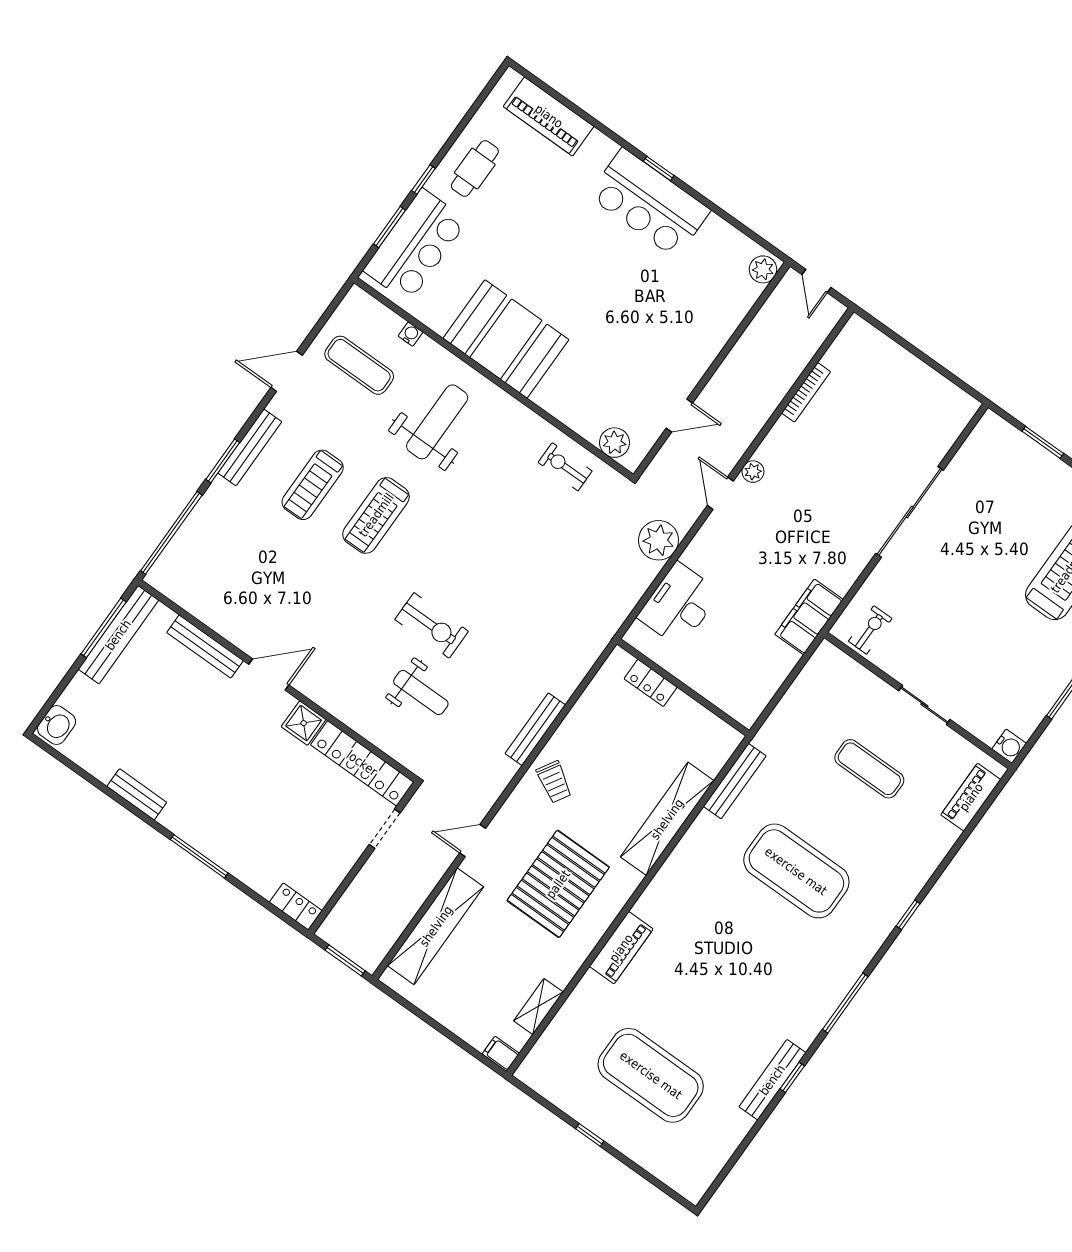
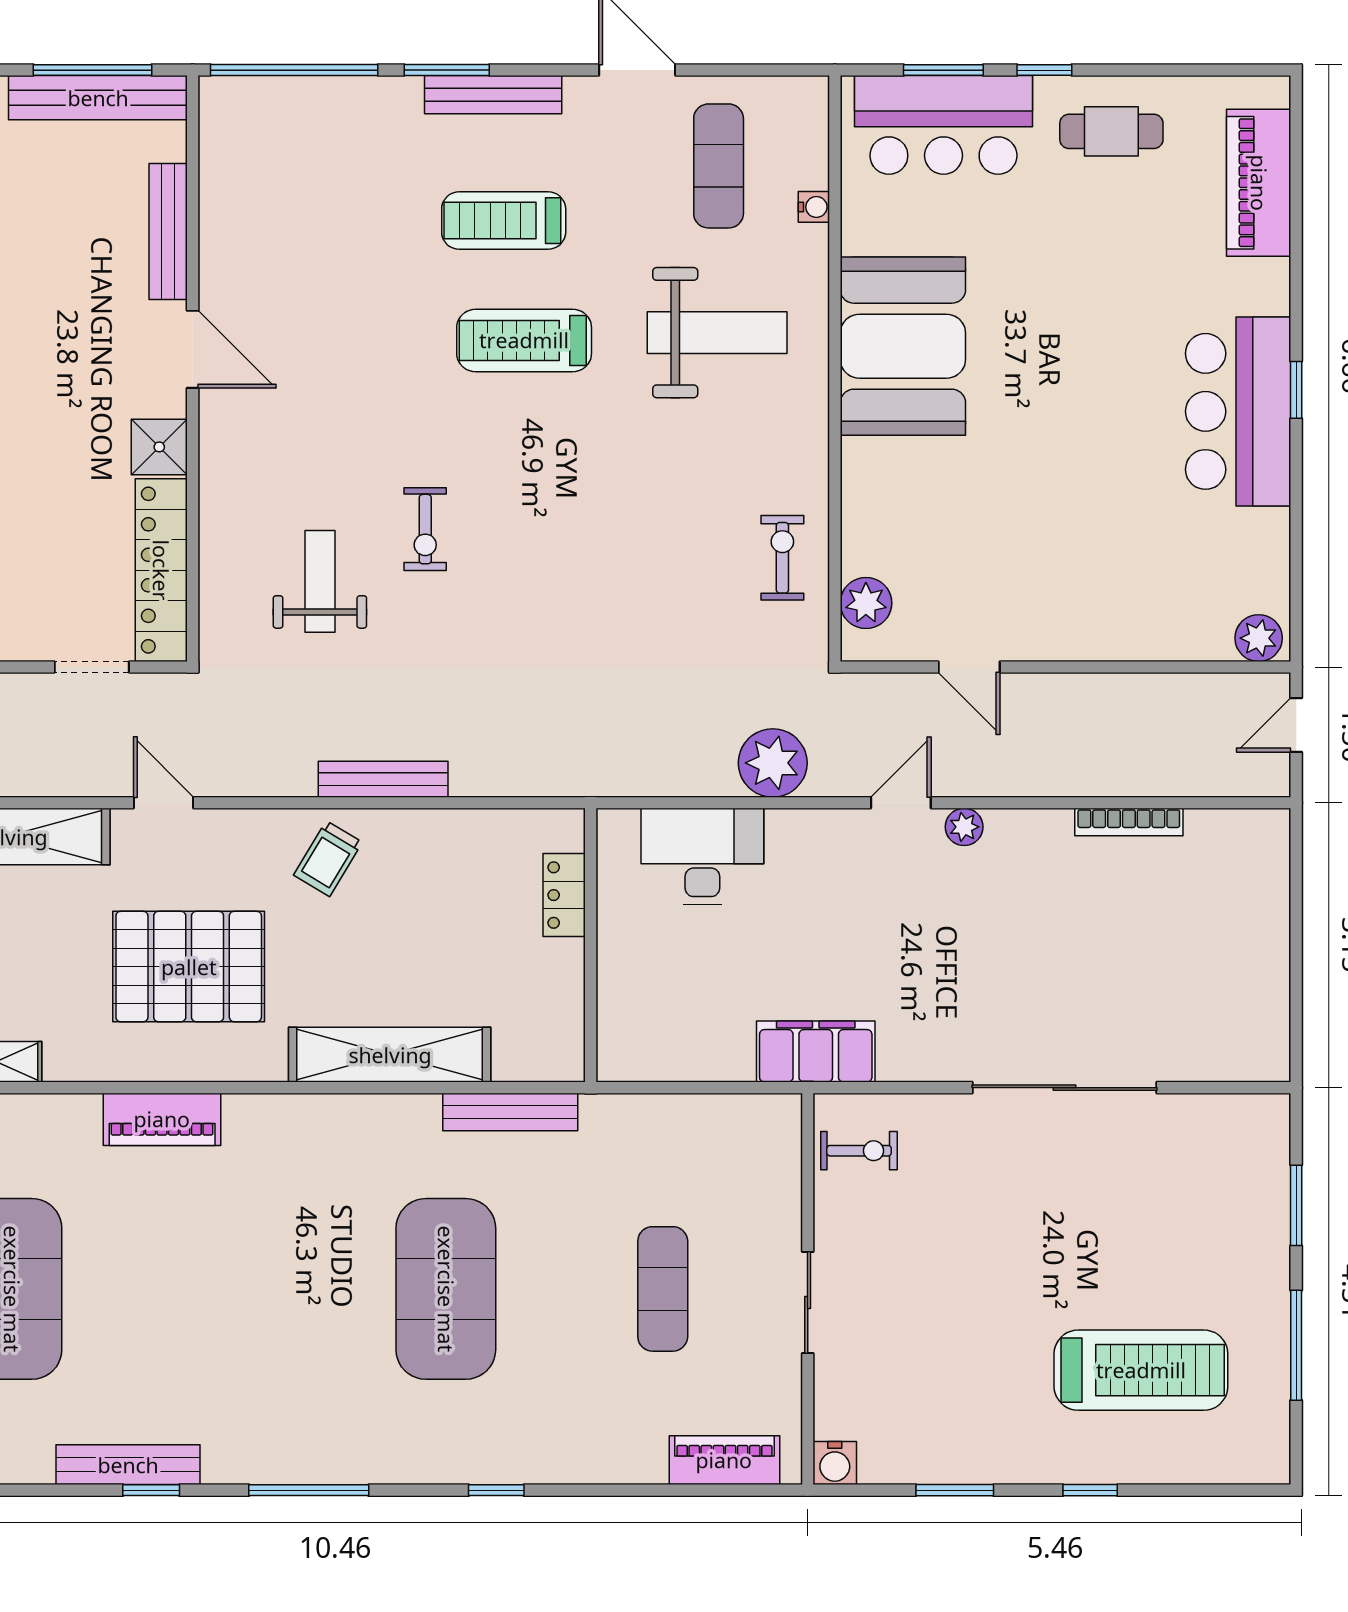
exercise bike: (432, 625) -> (425, 529), width x0.73, depth x0.72
weight bench: (421, 693) -> (320, 581), turned 180

